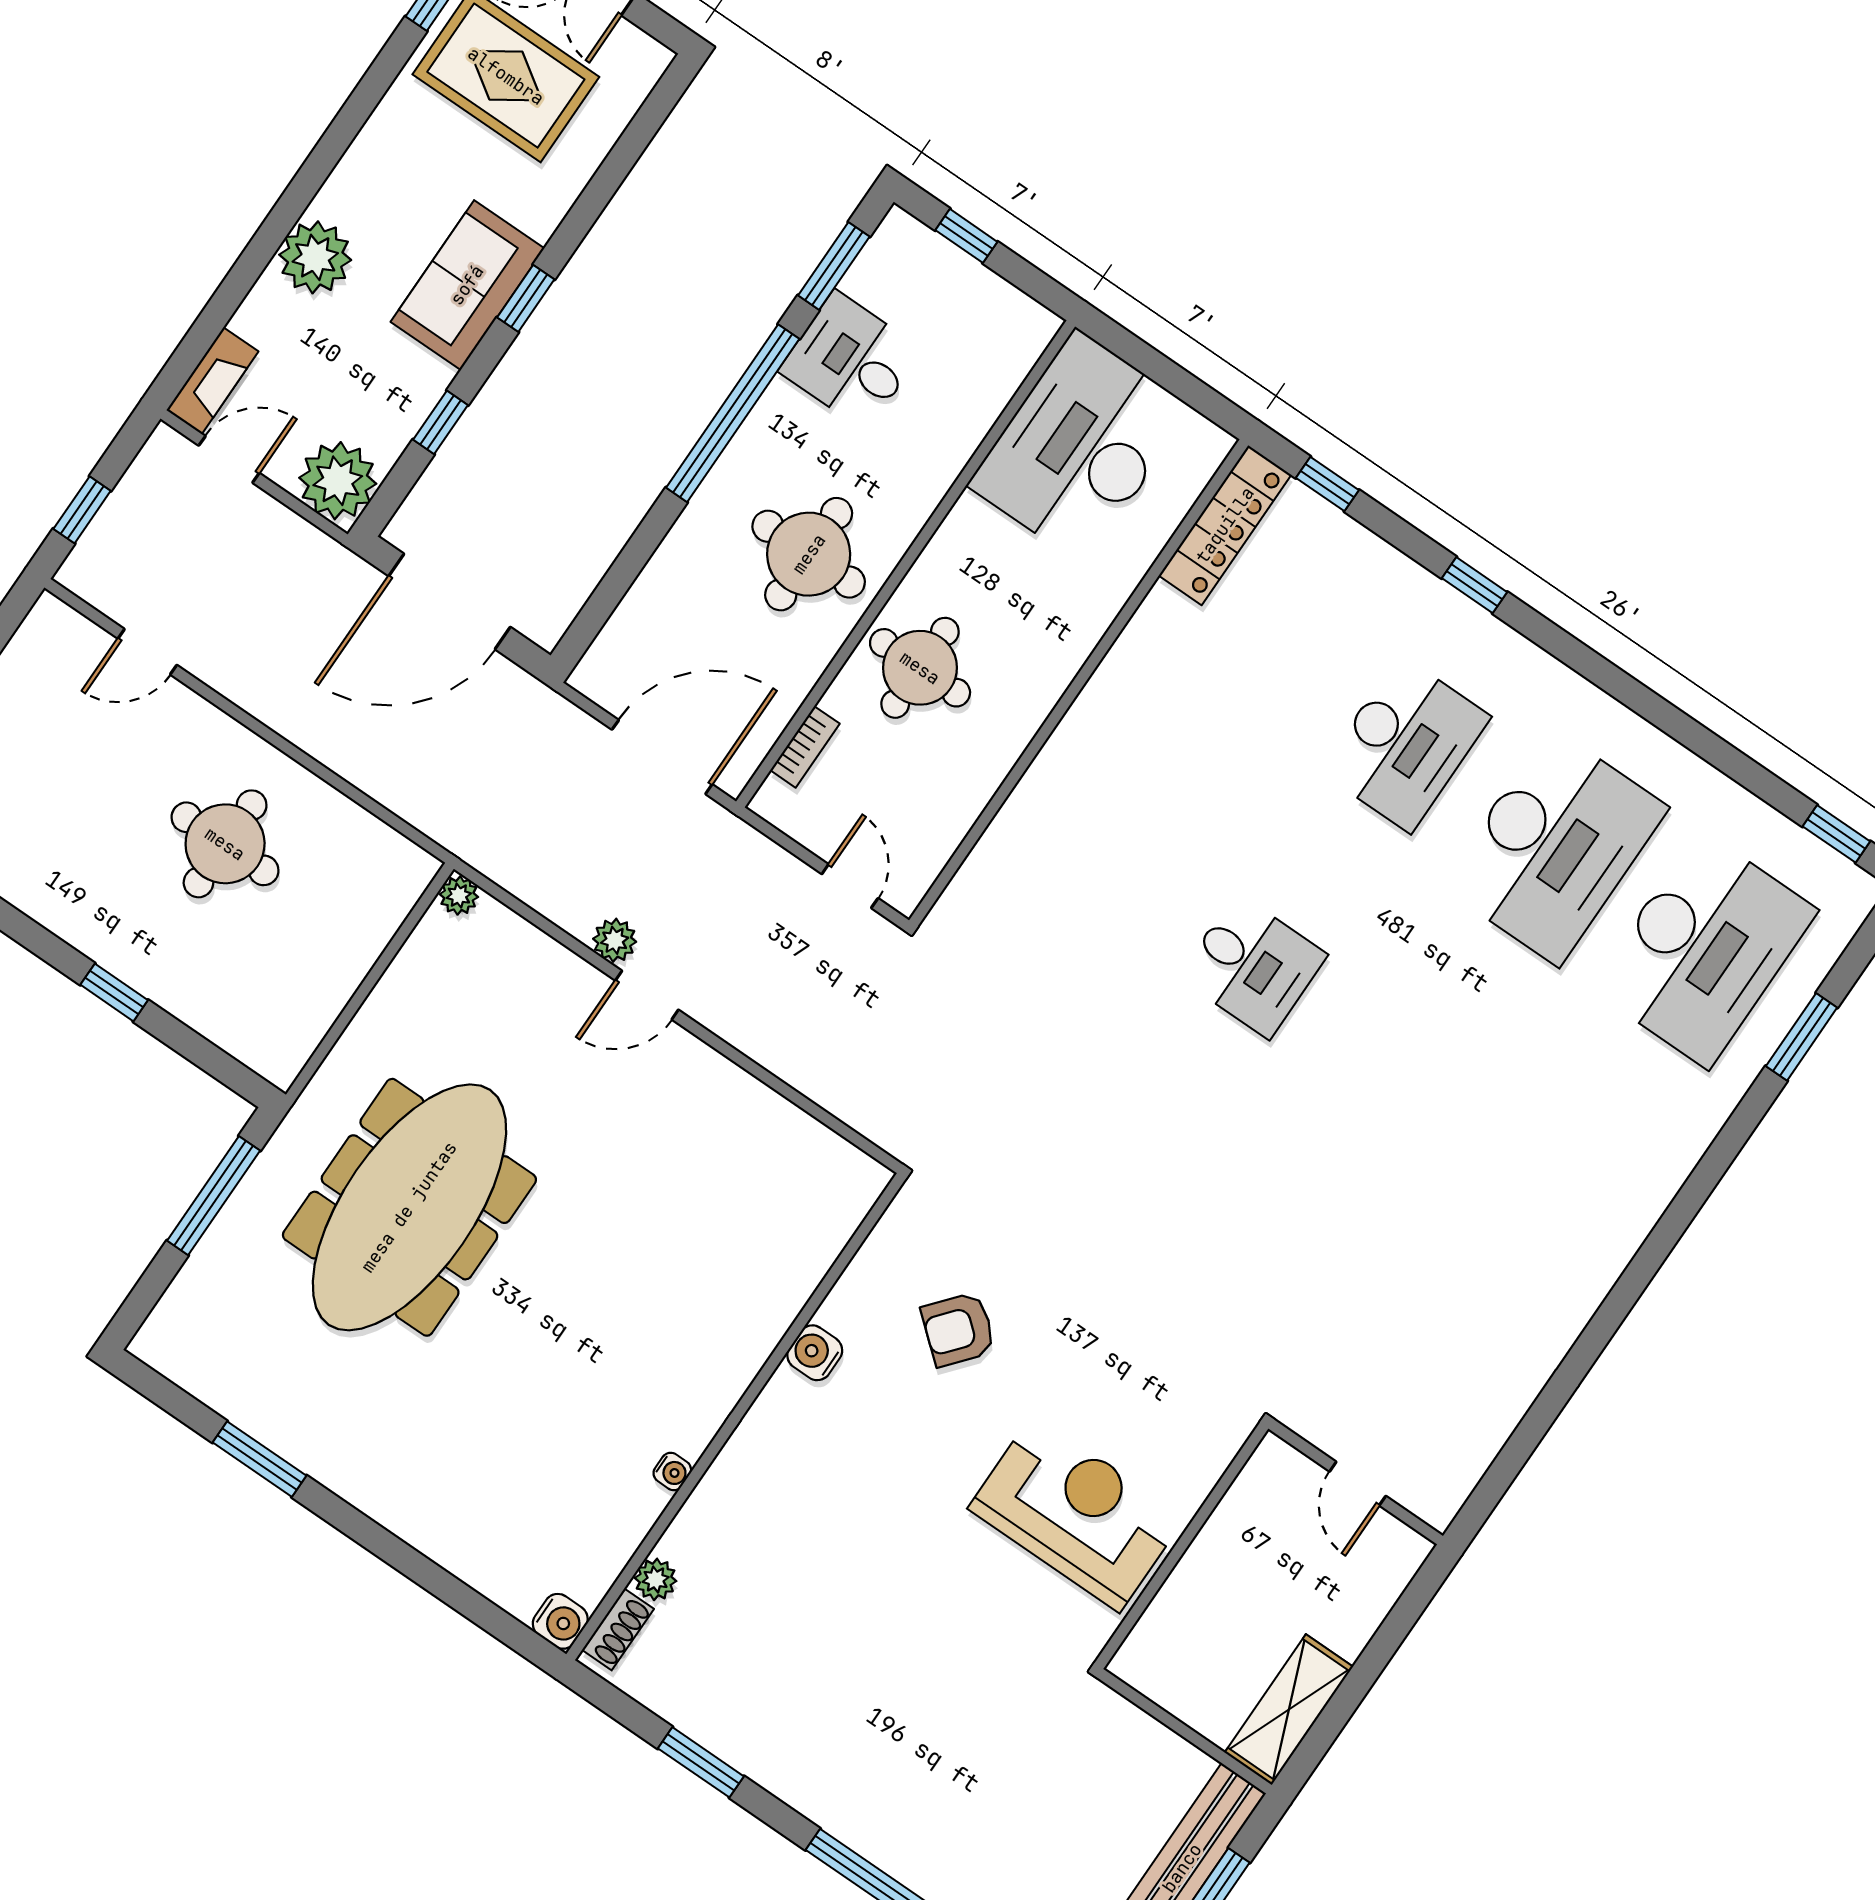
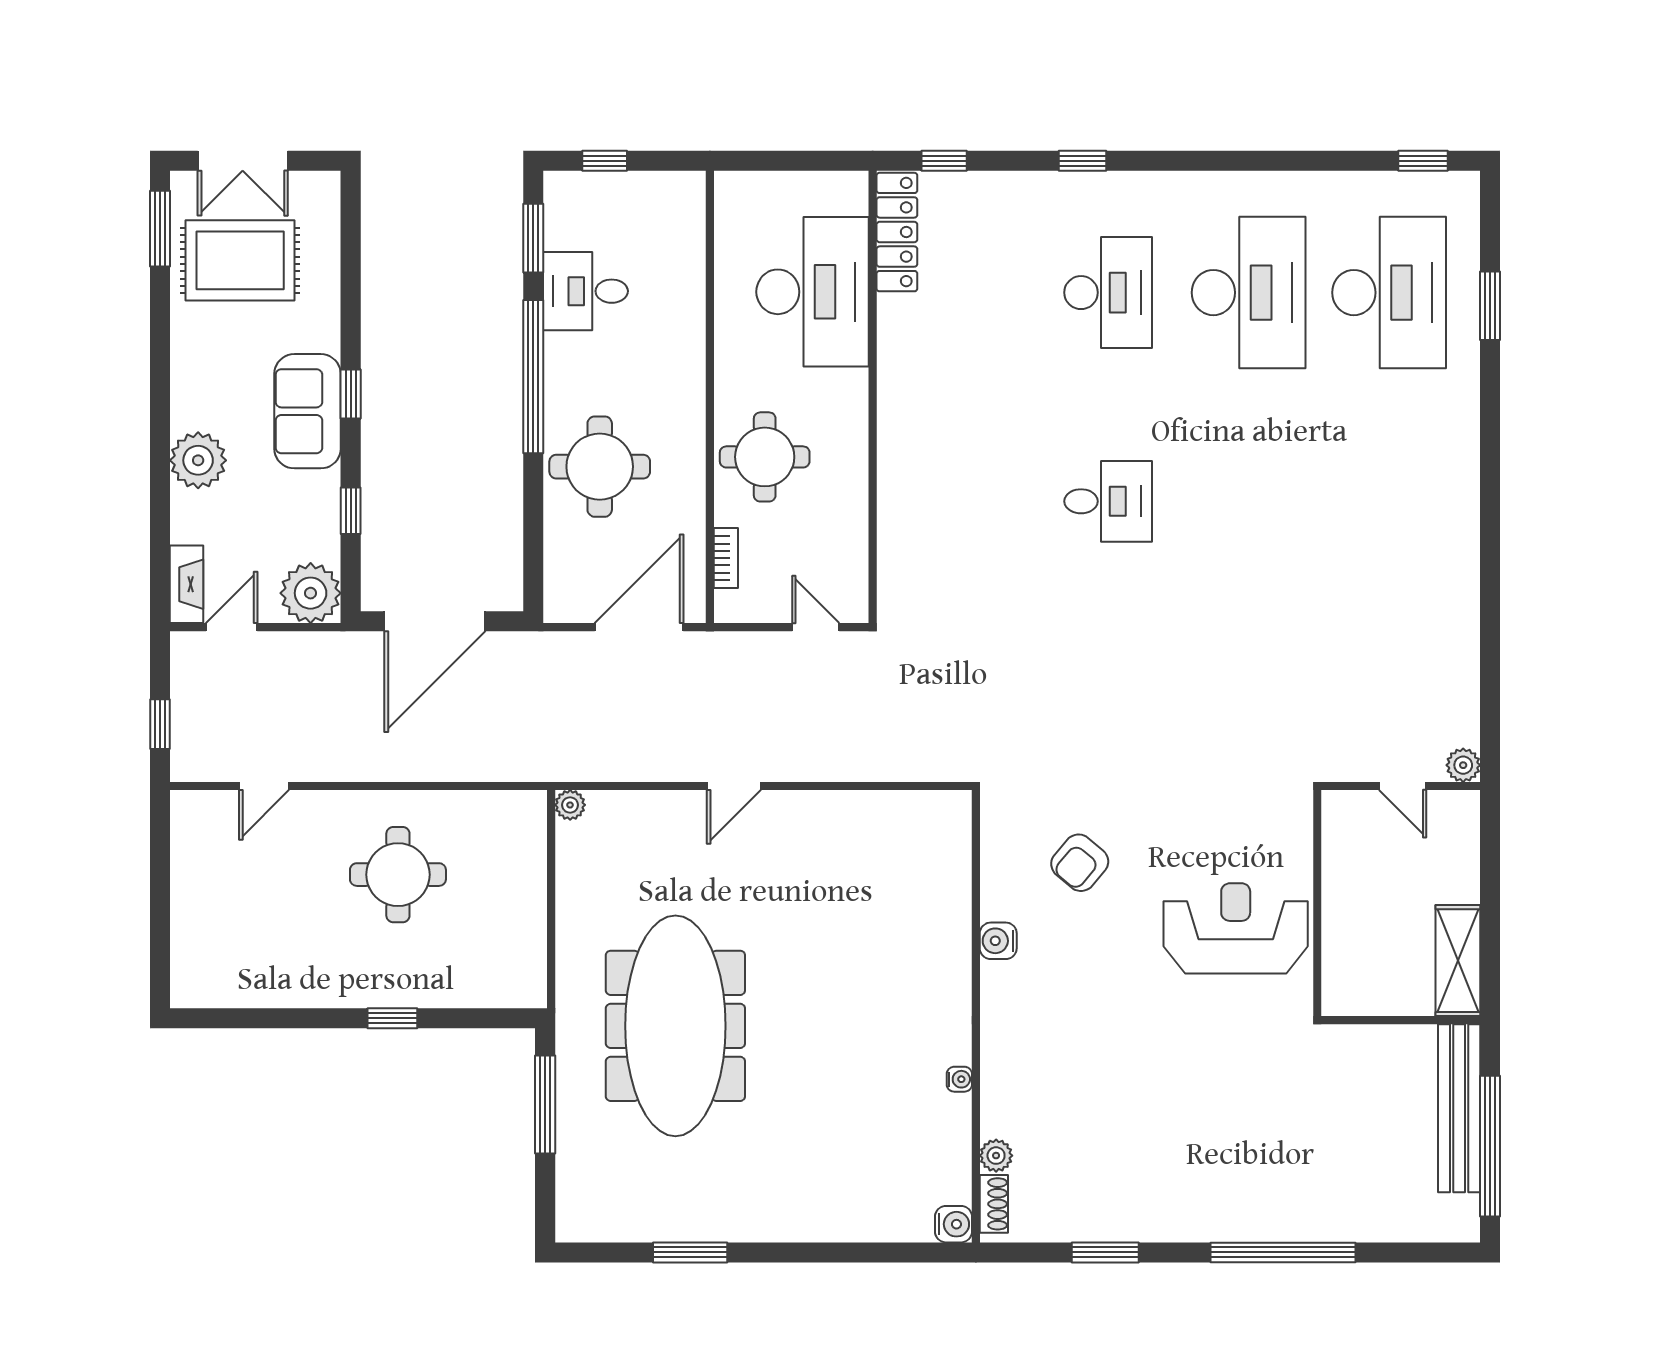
desk: (1080, 447) -> (813, 292), moved, turned 180
round table: (809, 554) -> (600, 467), moved
plant: (615, 940) -> (1463, 765), moved

